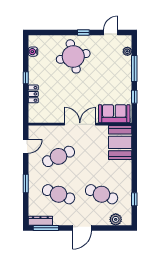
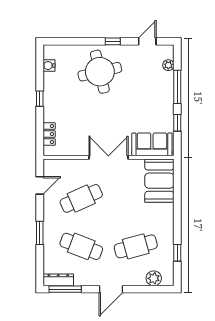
locker: (33, 94) -> (49, 134), moved
cafe table: (102, 194) -> (136, 246), turned -36

